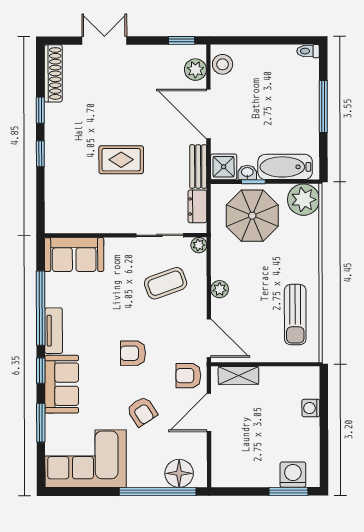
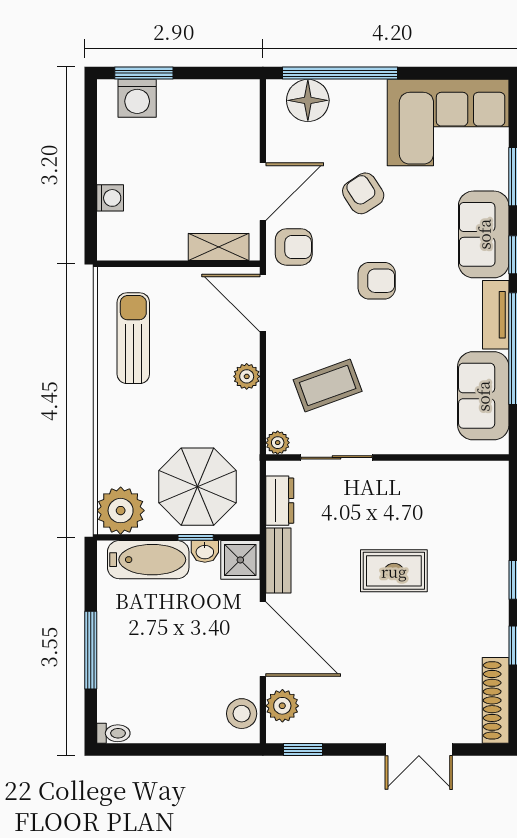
sofa: (74, 255) -> (483, 396), moved, turned -90

